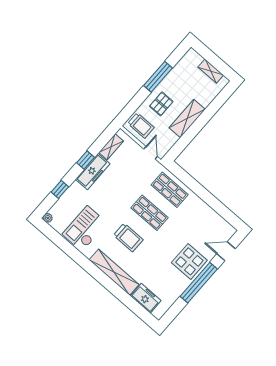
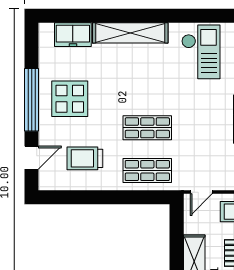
door: (151, 153) -> (201, 192), hinge flipped
trolley: (128, 237) -> (85, 158), moved
display table: (189, 261) -> (70, 99), moved

